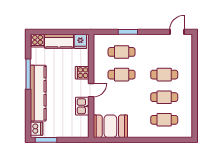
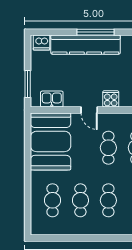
window: (28, 74) -> (95, 32), moved
kitchen sink: (82, 106) -> (52, 99), moved
booth: (110, 126) -> (51, 141), width x1.36, depth x1.42
window: (46, 140) -> (28, 84), moved

